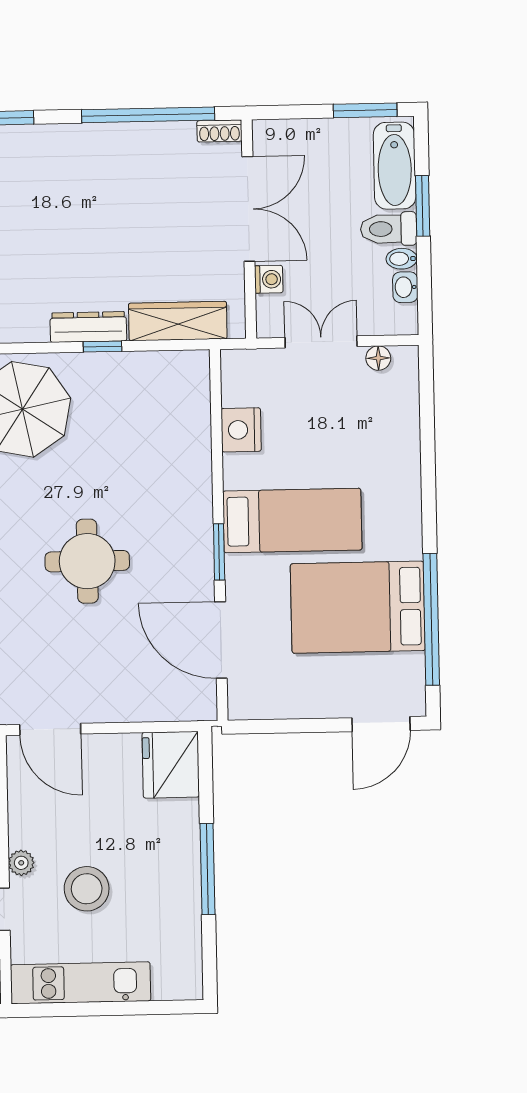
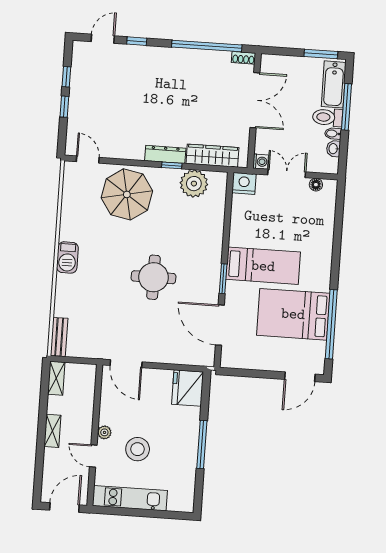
window: (423, 206) -> (346, 107), width x1.44
washing machine: (269, 279) -> (261, 162), moved
plant: (147, 377) -> (194, 184), added
nightstand: (241, 430) -> (244, 183), moved, turned 90

